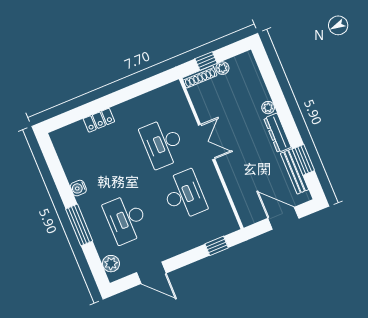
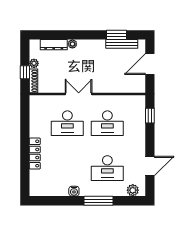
locker: (99, 120) -> (35, 153), width x1.53
dresser: (277, 133) -> (54, 45), moved
desk: (184, 195) -> (107, 123), turned 180

